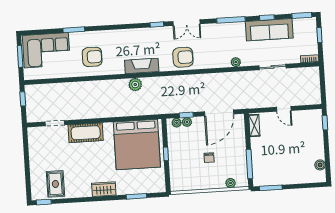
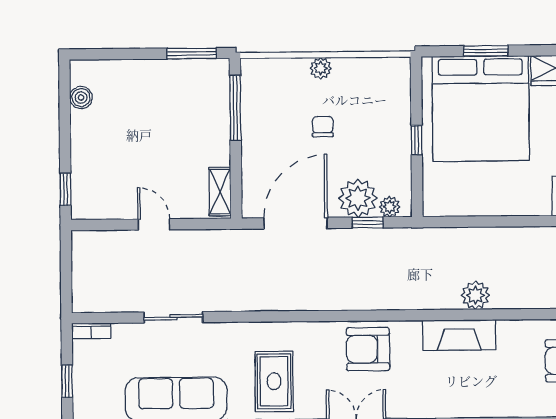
rug: (225, 40) -> (274, 381), added
plant: (236, 62) -> (253, 332), removed
plant: (187, 122) -> (358, 198), width x1.88, depth x1.88
bed: (137, 145) -> (481, 109), moved, turned 180
plant: (231, 183) -> (321, 68), moved

